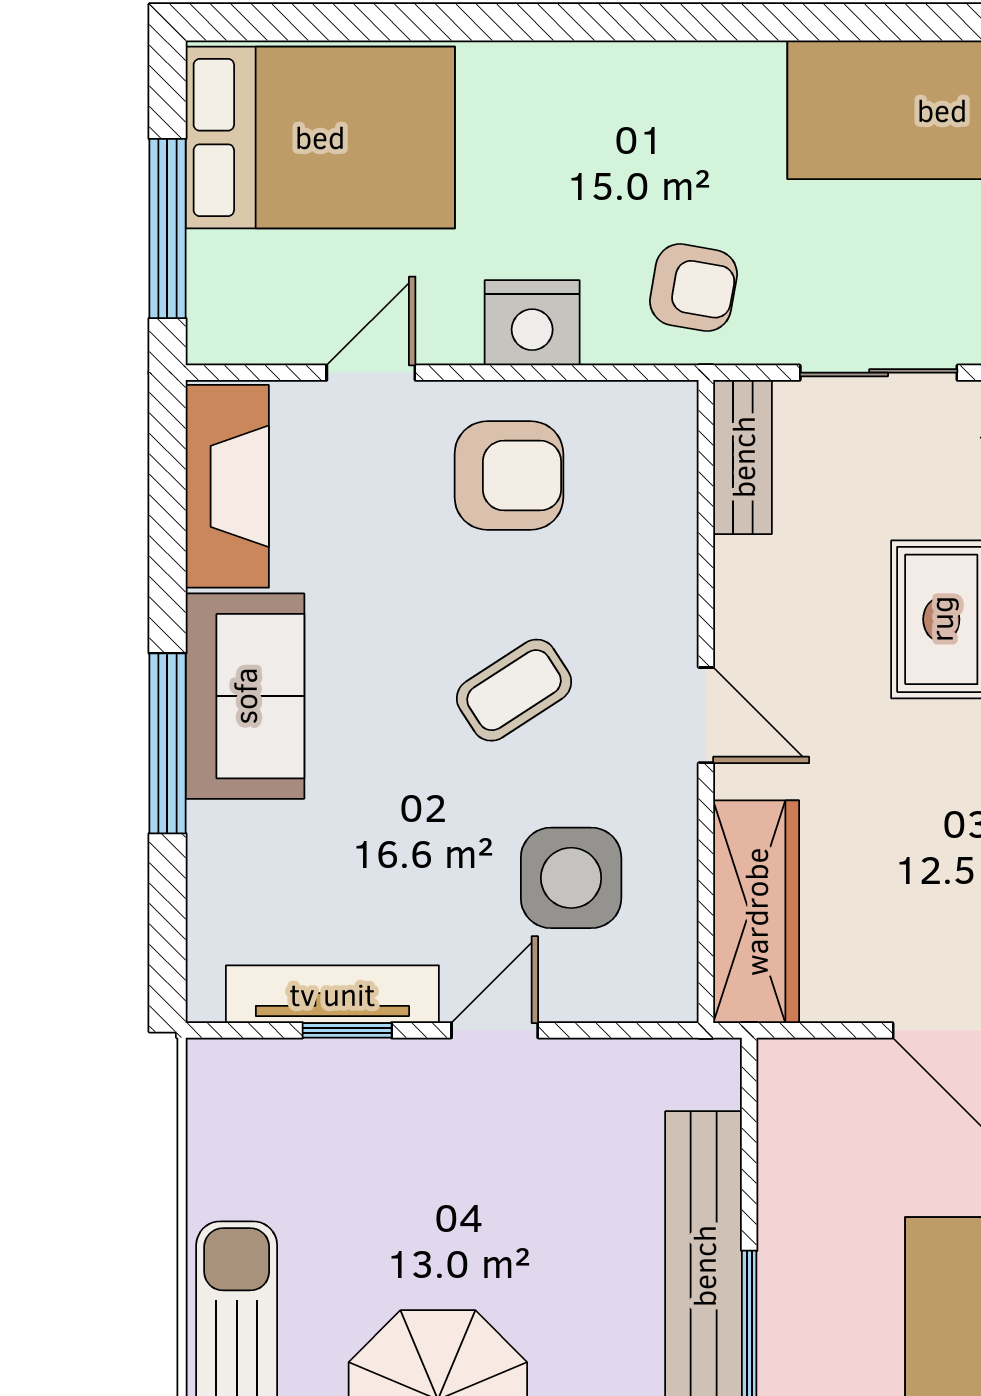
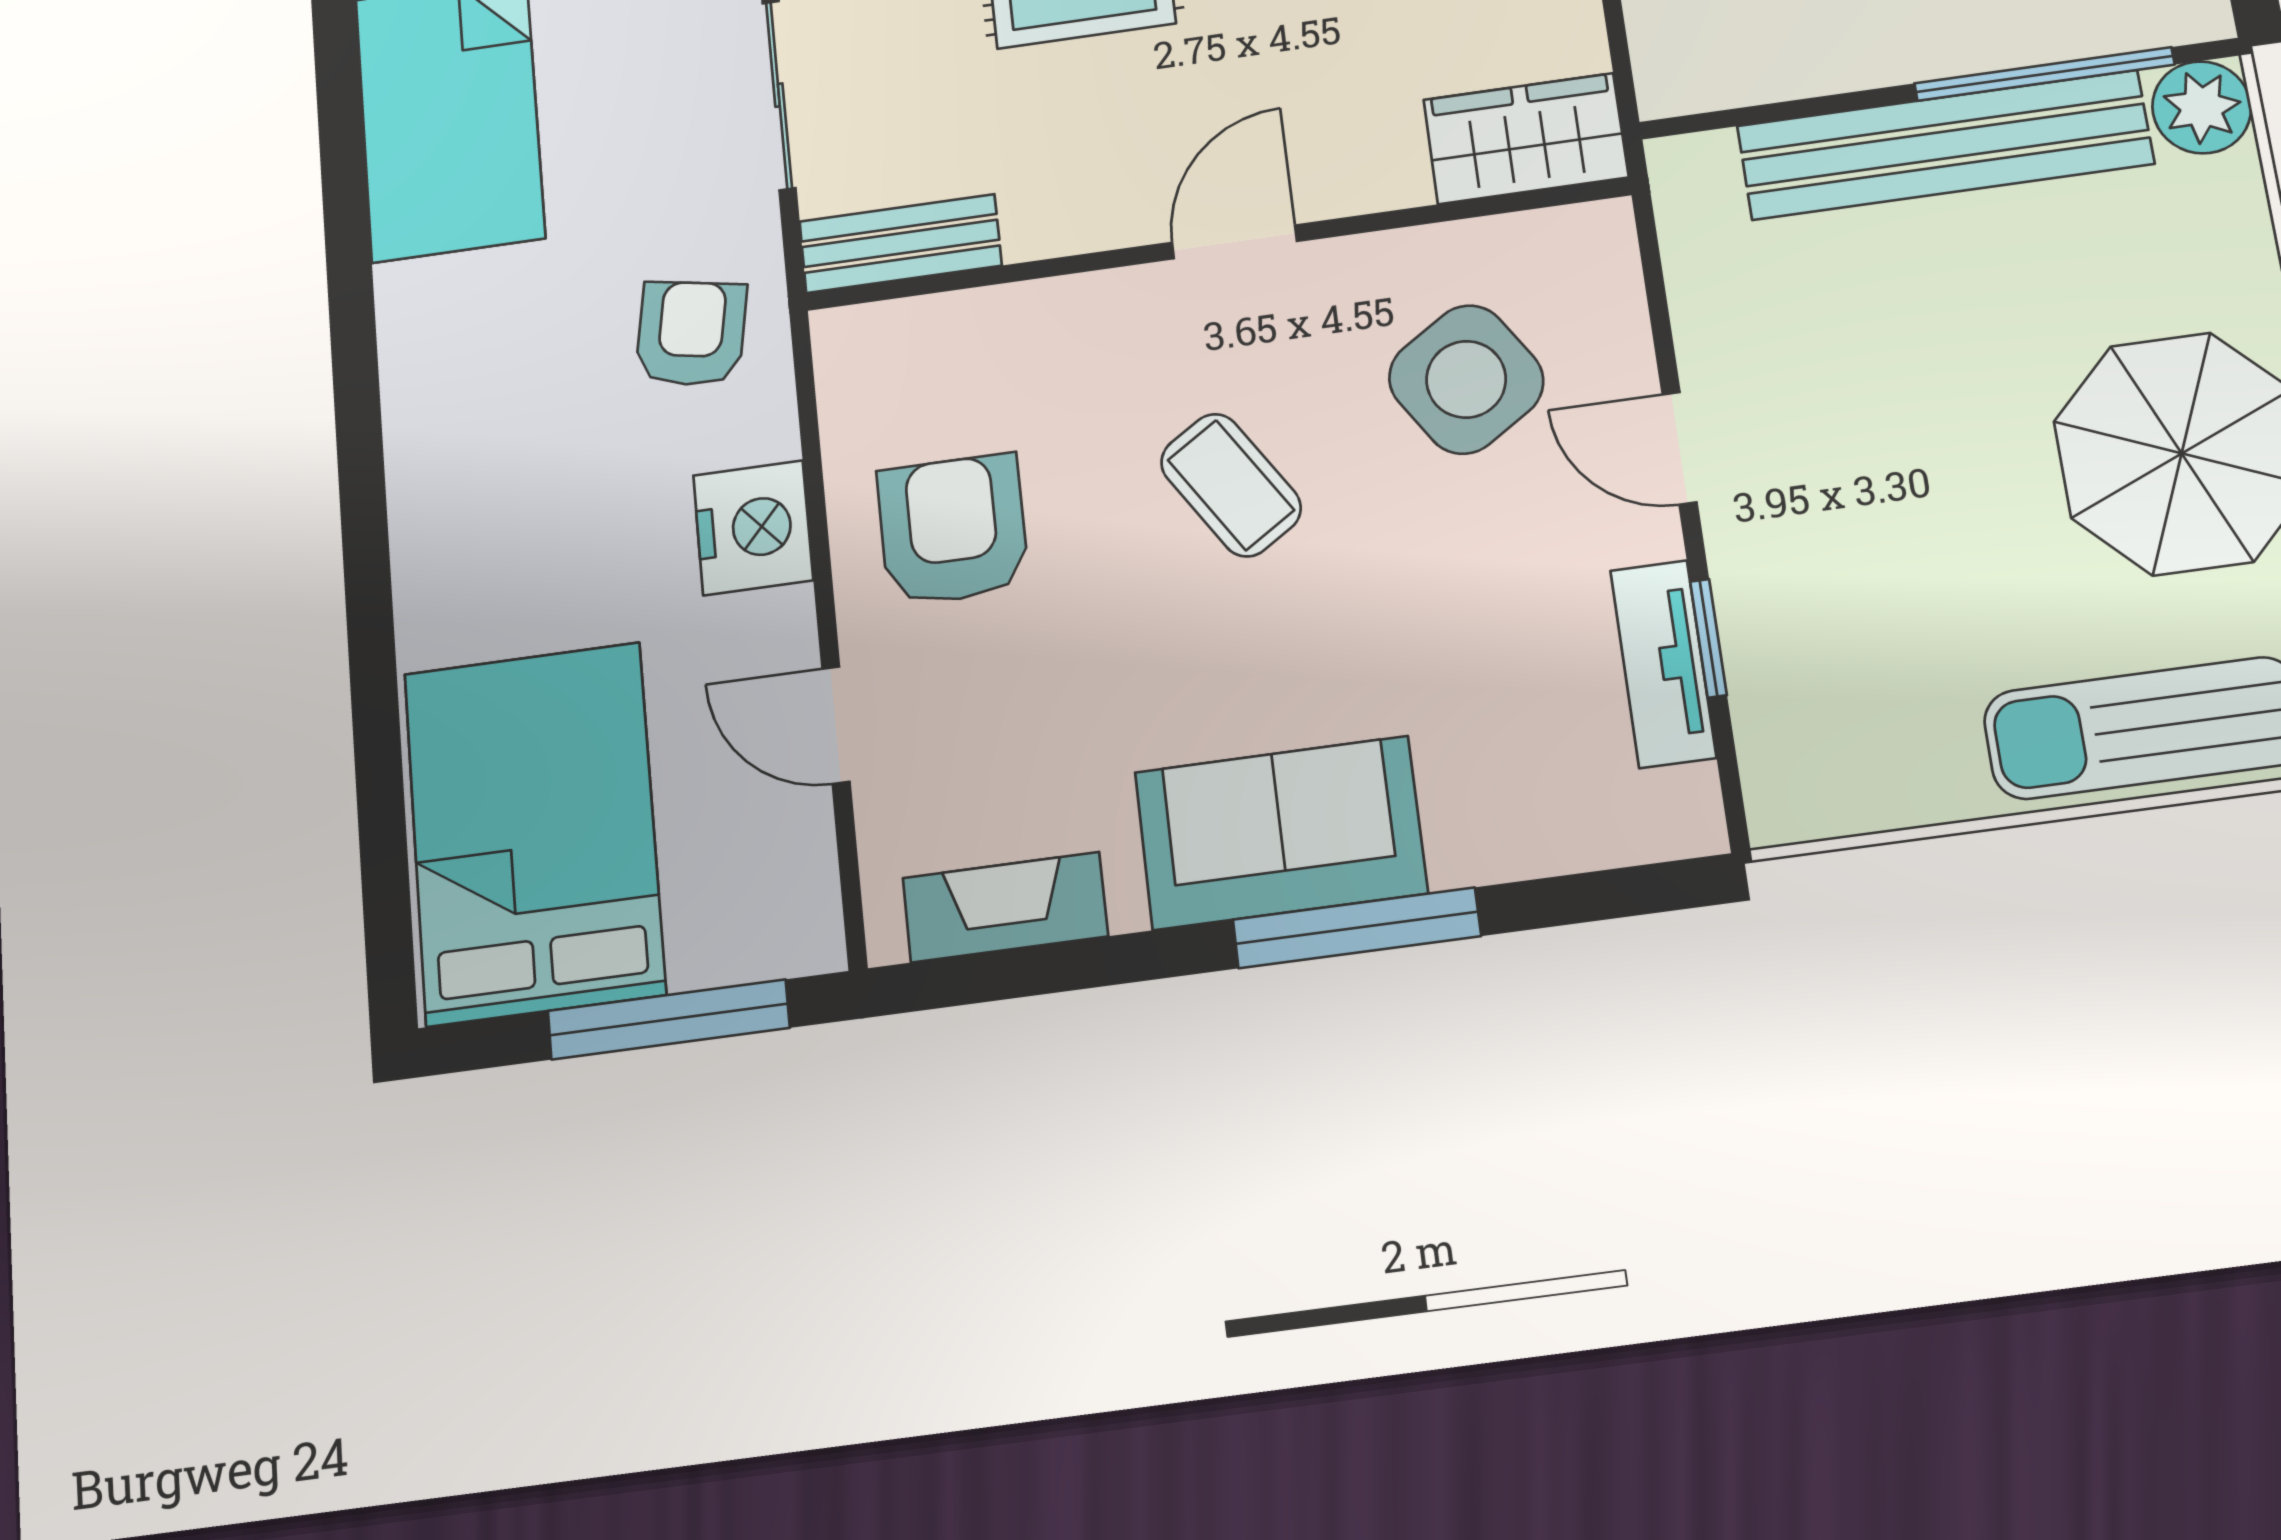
fireplace: (227, 486) -> (1005, 907), width x0.73, depth x0.76
side table: (571, 878) -> (1466, 379), turned -33
wardrobe: (756, 912) -> (1526, 139), width x0.67
tv unit: (332, 994) -> (1663, 664), width x0.71

